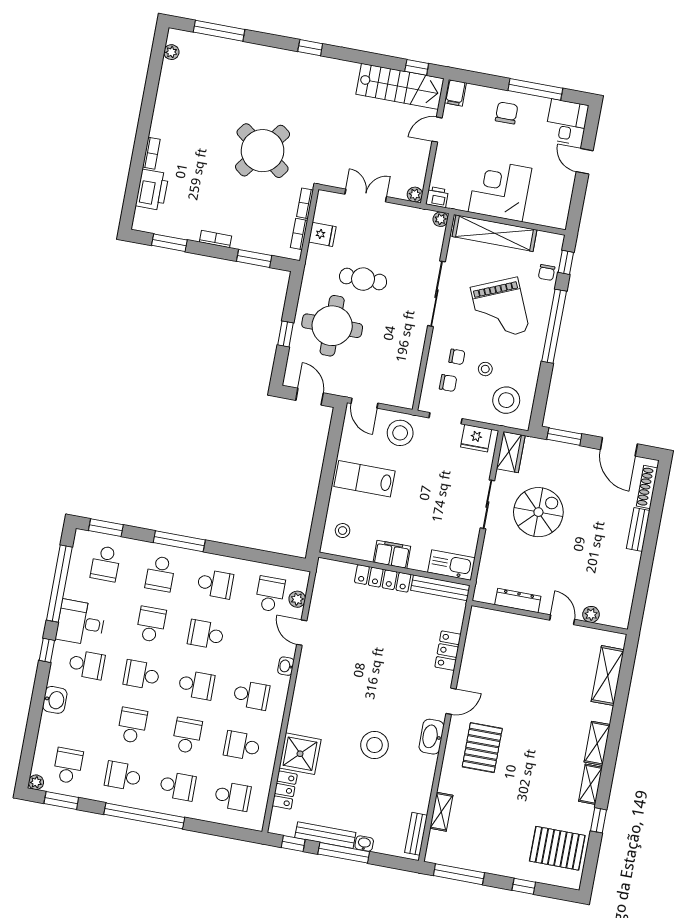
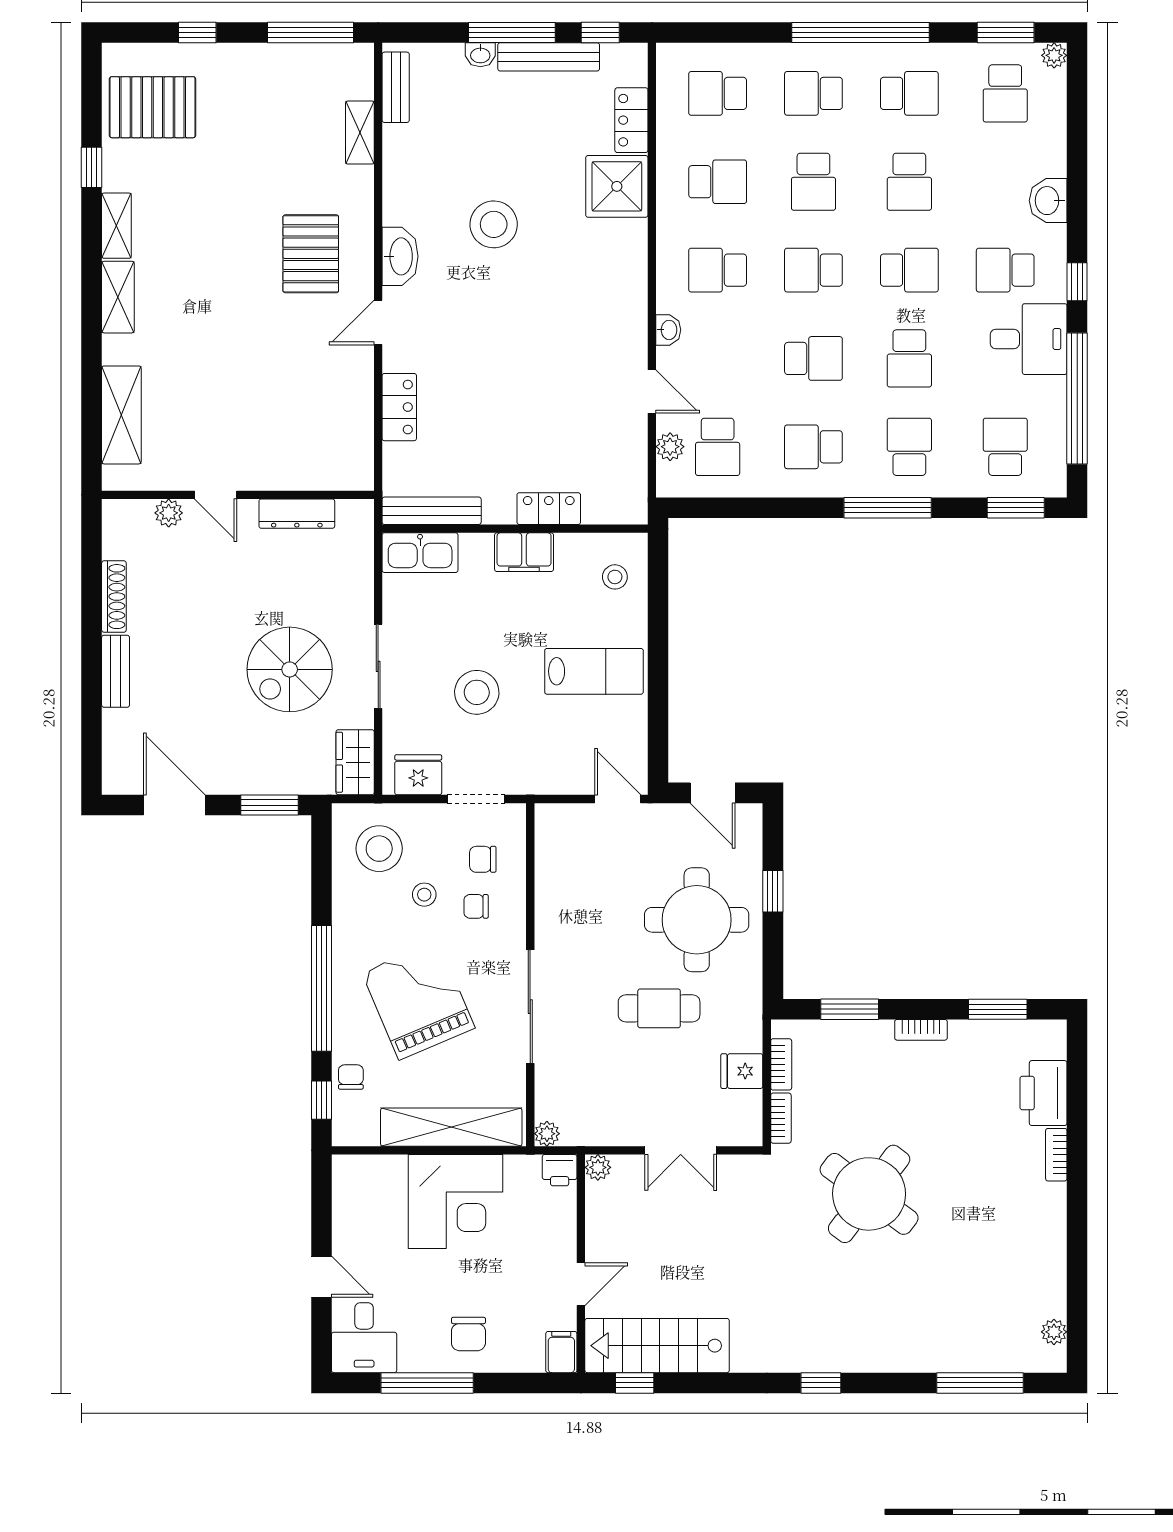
stool: (400, 433) -> (477, 692), moved
shoe rack: (647, 487) -> (114, 597), moved
locker: (383, 578) -> (549, 509), width x0.66

